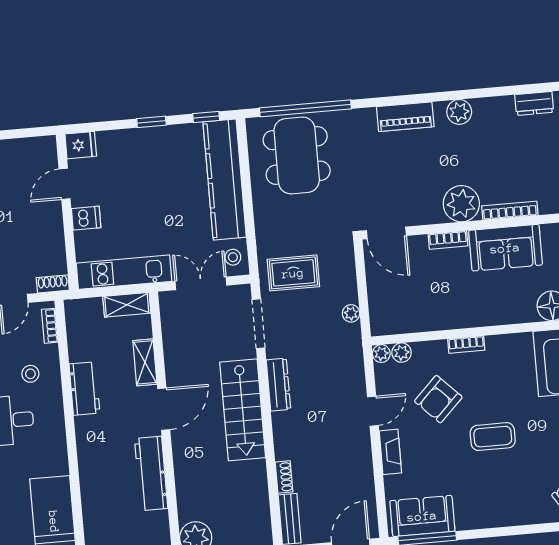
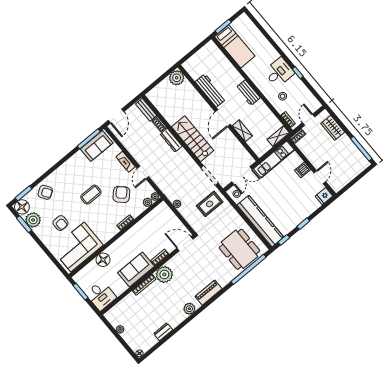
shelving: (127, 305) -> (278, 136), moved
dresser: (278, 385) -> (171, 140), moved
workbench: (84, 388) -> (248, 93), moved

